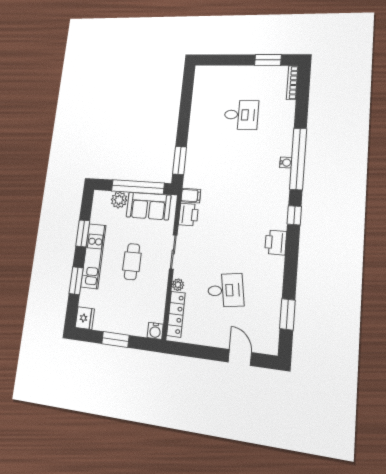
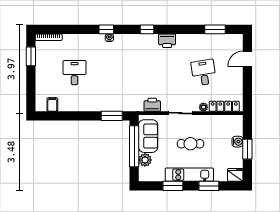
window: (298, 159) -> (106, 29), width x0.32
filing cabinet: (191, 196) -> (52, 105), moved
water cooler: (155, 331) -> (238, 142), moved

